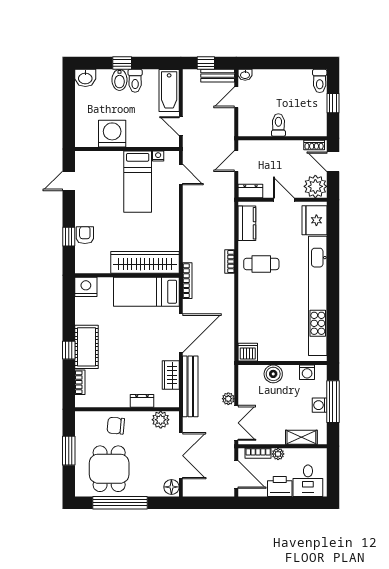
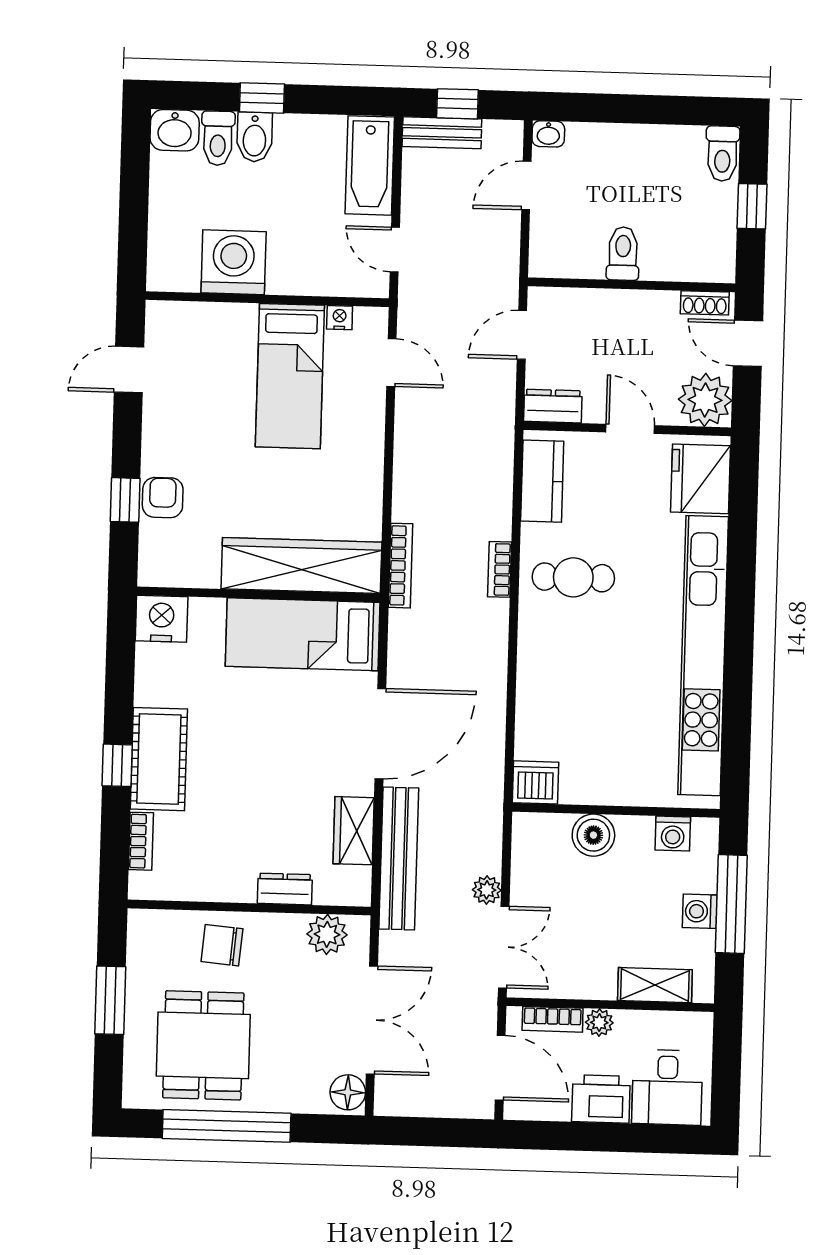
bench: (218, 76) -> (442, 133), moved
toilet: (135, 81) -> (218, 138), moved
bookcase: (187, 281) -> (401, 566), moved

